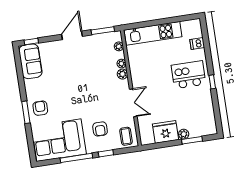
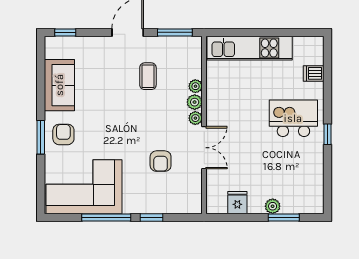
plant: (119, 46) -> (195, 118), moved
sofa: (30, 61) -> (59, 85), moved
armchair: (100, 129) -> (161, 161), moved
fridge: (165, 132) -> (237, 203), width x0.53, depth x0.75
coffee table: (126, 136) -> (148, 76), moved

